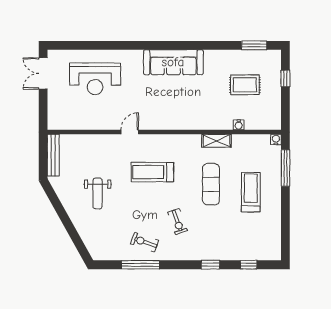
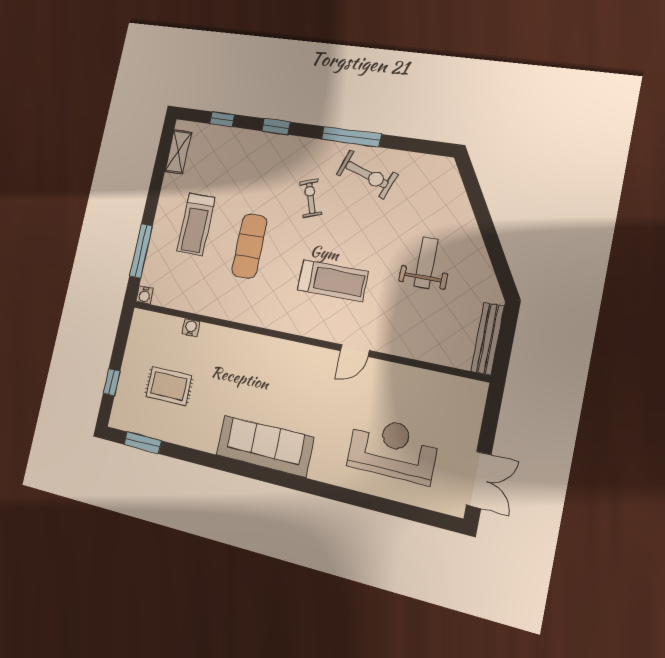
shelving: (217, 141) -> (178, 152), moved, turned 90
exercise bike: (145, 242) -> (367, 174), width x1.38, depth x1.39
window: (140, 265) -> (351, 137), moved

